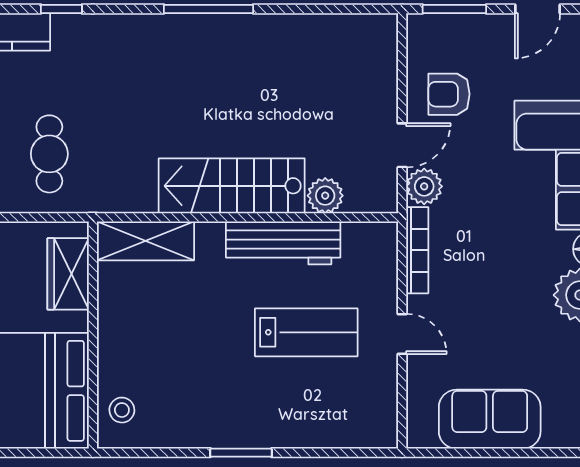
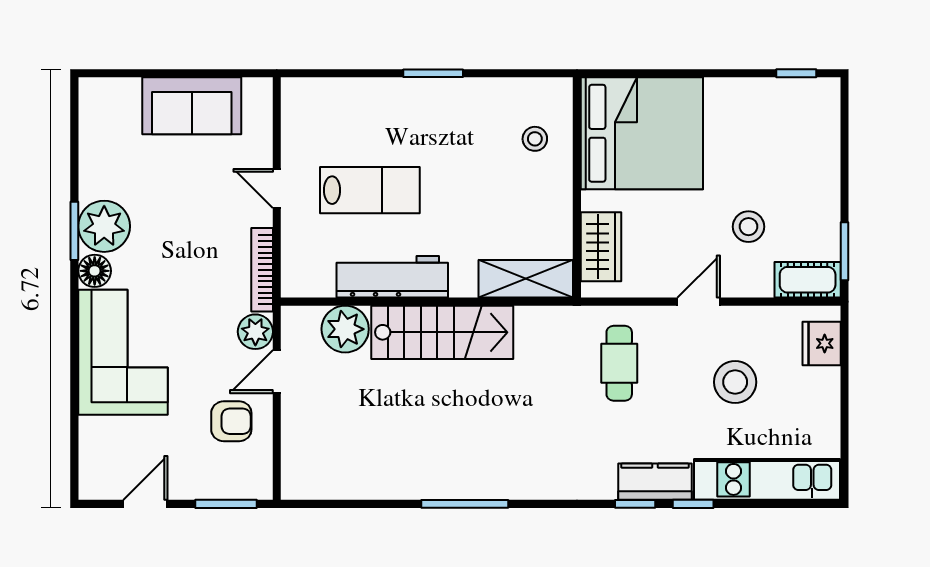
window: (61, 9) -> (635, 504), moved
plant: (325, 196) -> (345, 329), width x1.36, depth x1.36
lab bench: (306, 332) -> (370, 190), turned 180
stool: (122, 410) -> (535, 139), moved

